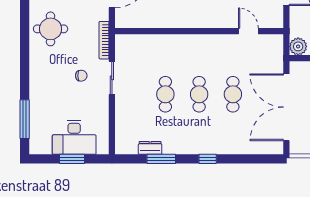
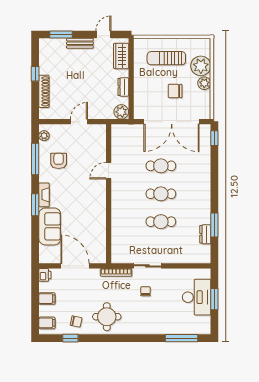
door: (248, 31) -> (109, 171), moved
window: (208, 159) -> (214, 138), moved

